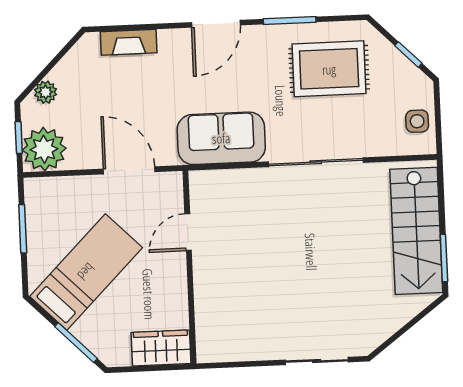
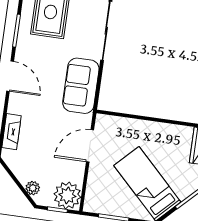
door: (188, 232) -> (134, 117), removed

